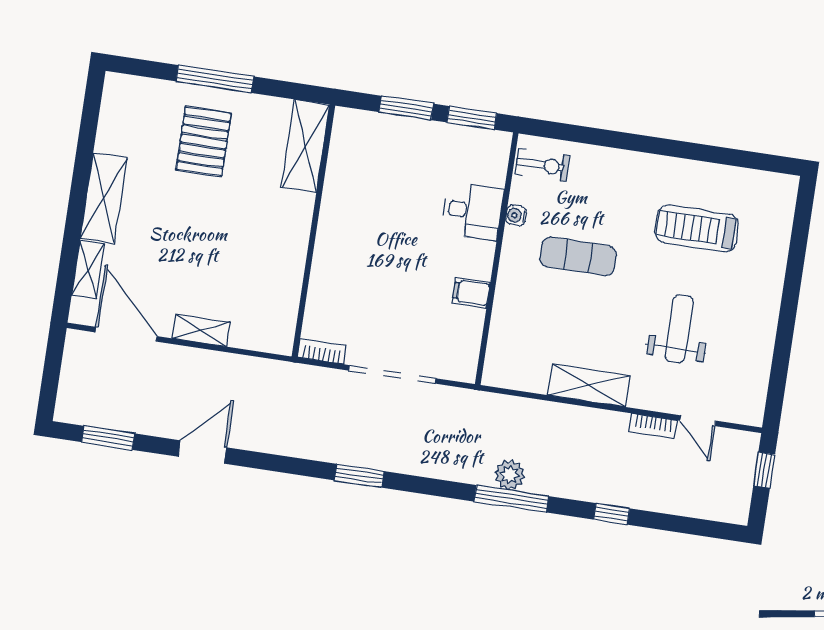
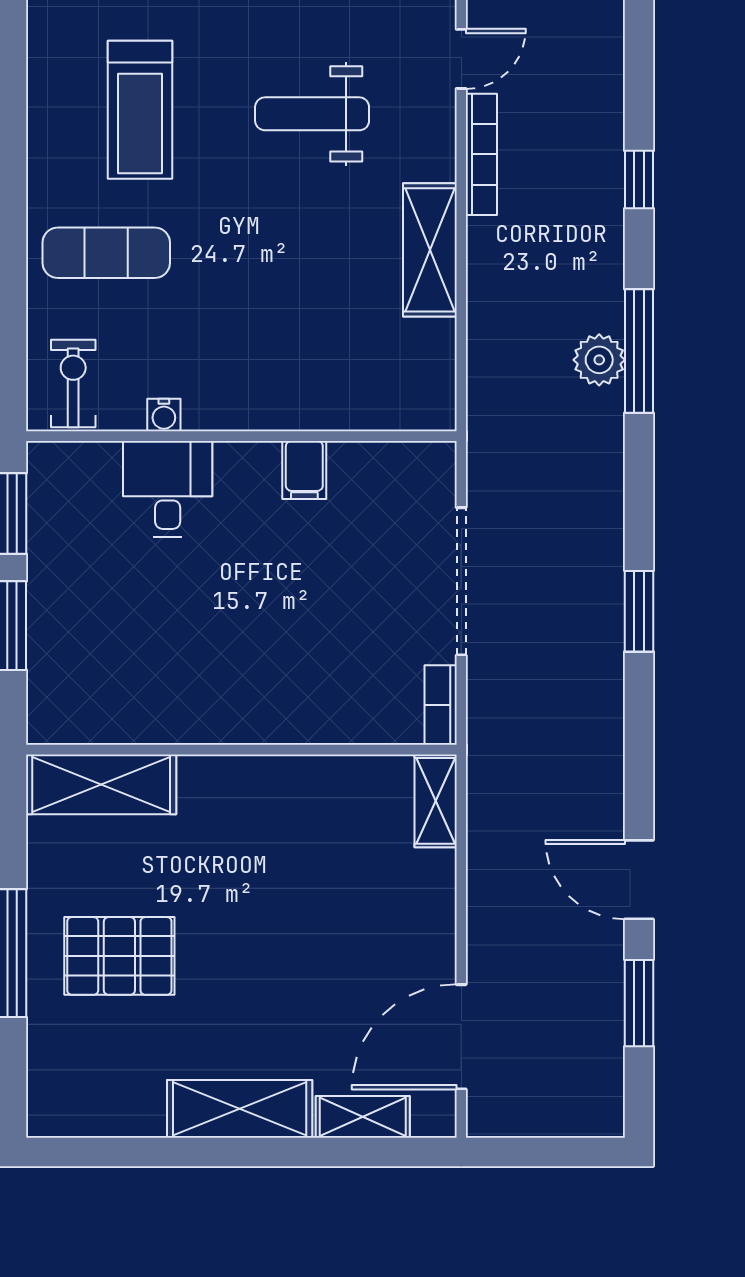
exercise mat: (578, 256) -> (106, 253), moved, turned 90
shelving: (201, 330) -> (436, 801), moved
bookcase: (653, 426) -> (481, 154), width x1.56
window: (108, 438) -> (639, 1003), moved

